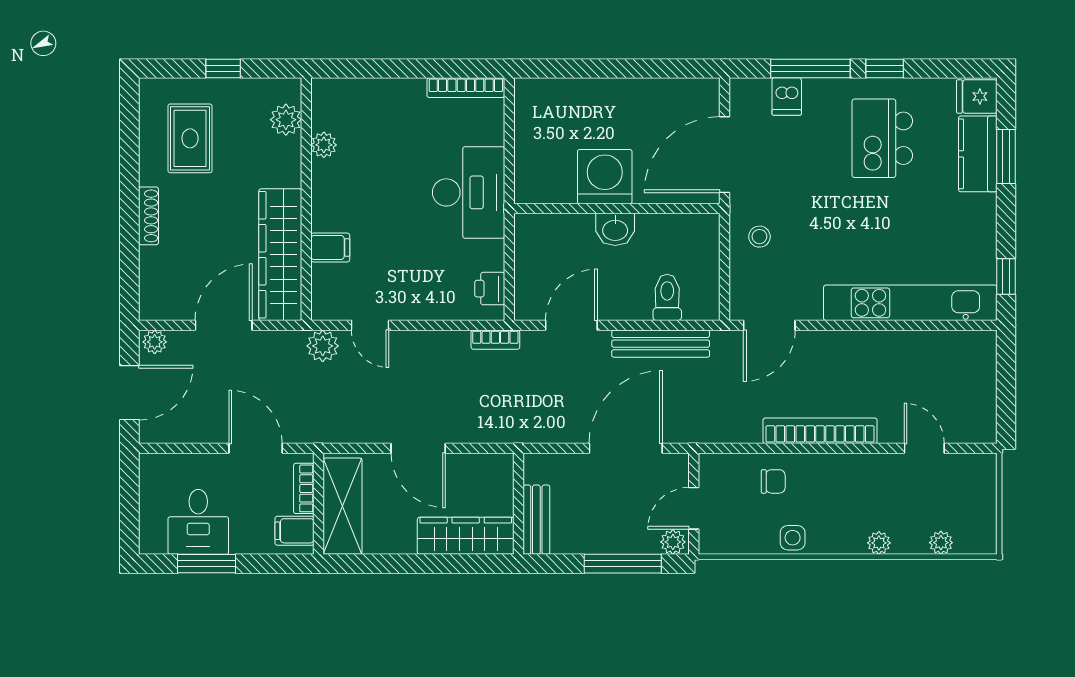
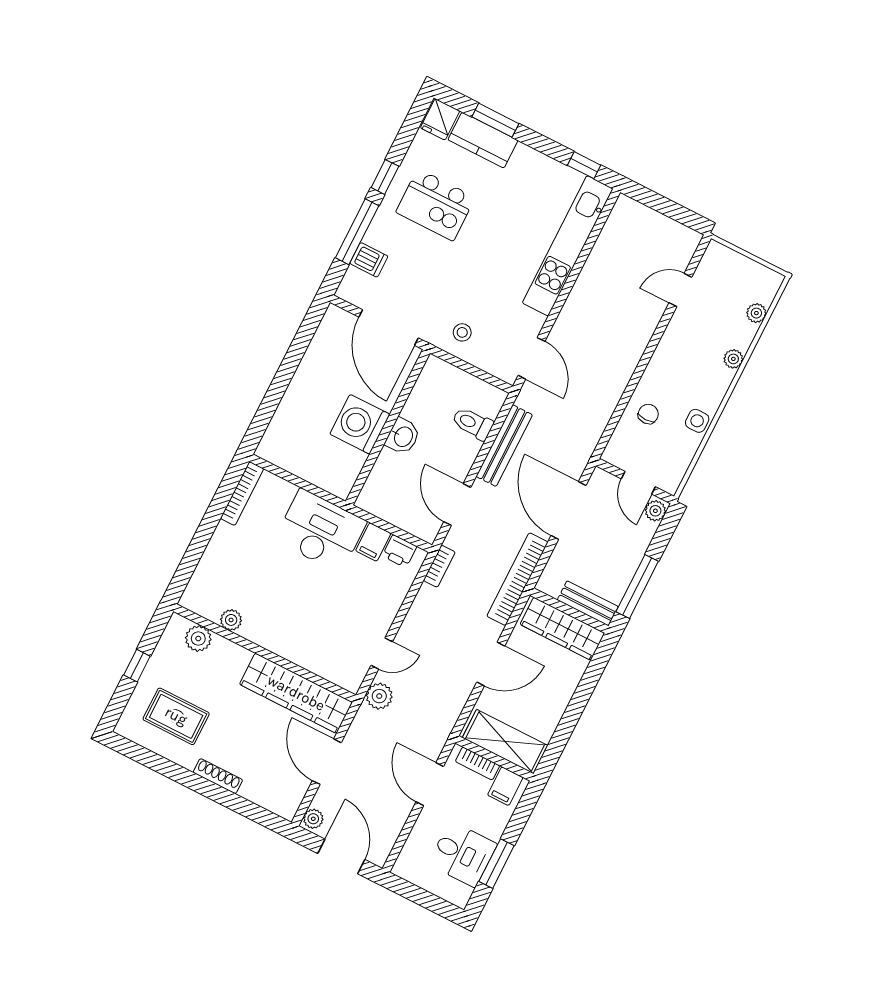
filing cabinet: (330, 247) -> (373, 542), moved, turned 180
bookcase: (820, 431) -> (517, 579), moved
door: (256, 448) -> (430, 784), hinge flipped
wardrobe: (466, 536) -> (562, 629), moved, turned -90
window: (623, 564) -> (637, 586), moved

